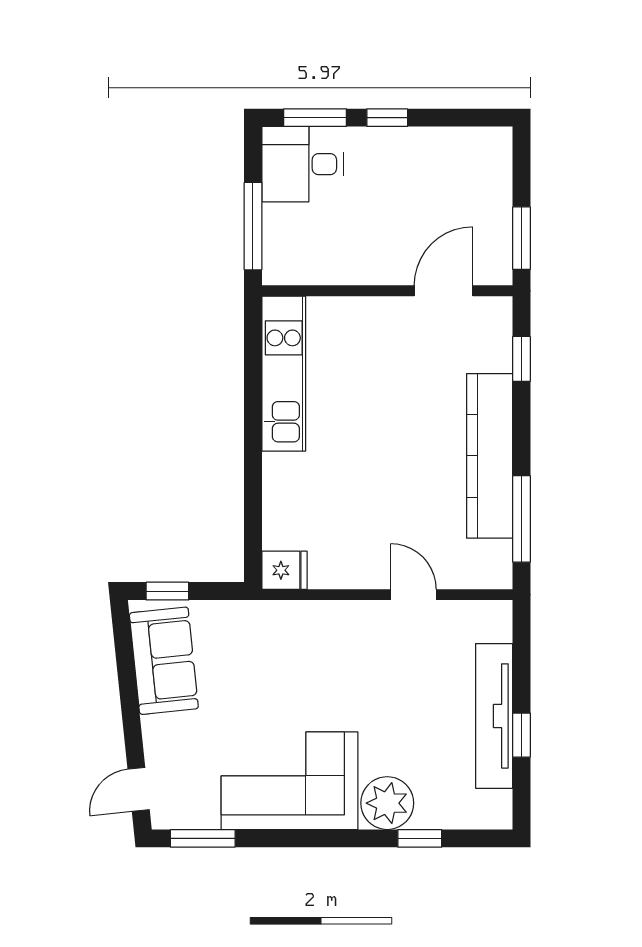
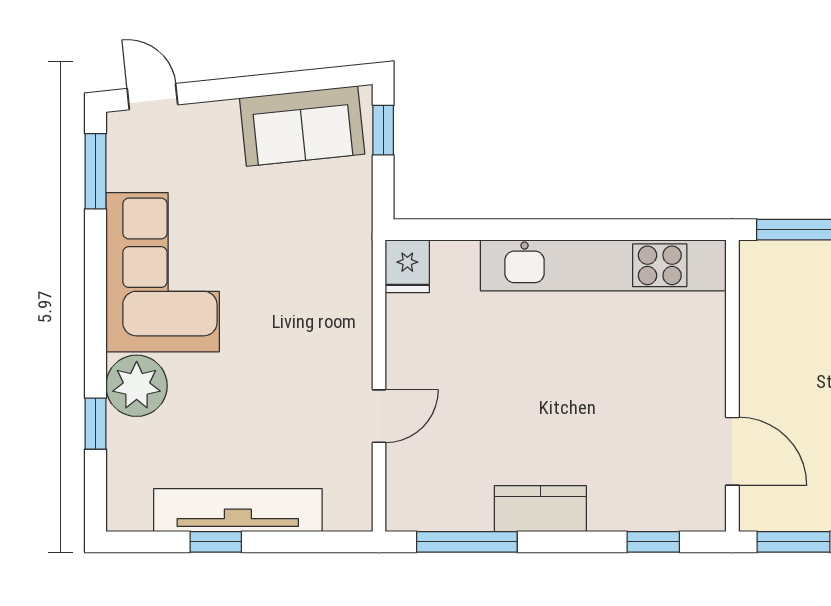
kitchen unit: (284, 374) -> (603, 265), width x1.36
kitchen counter: (490, 456) -> (540, 509), width x0.48, depth x0.86

